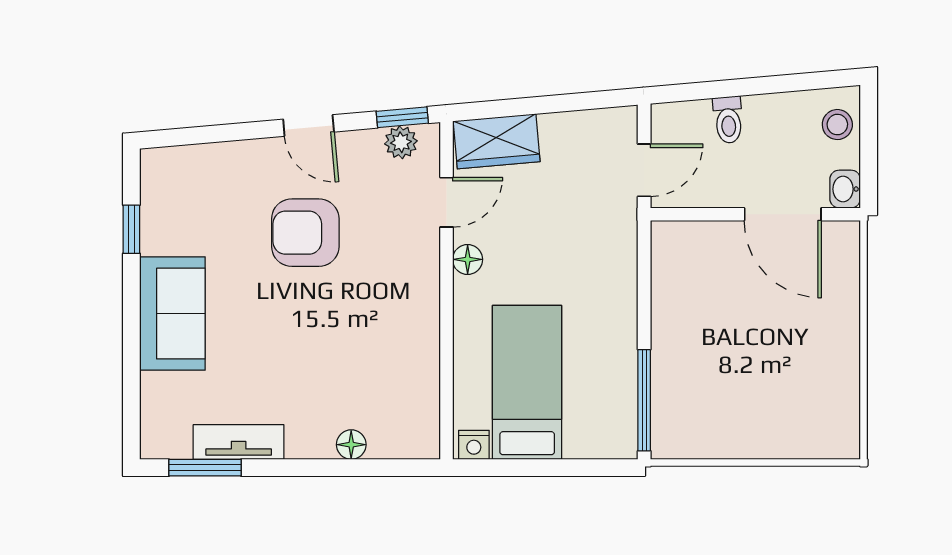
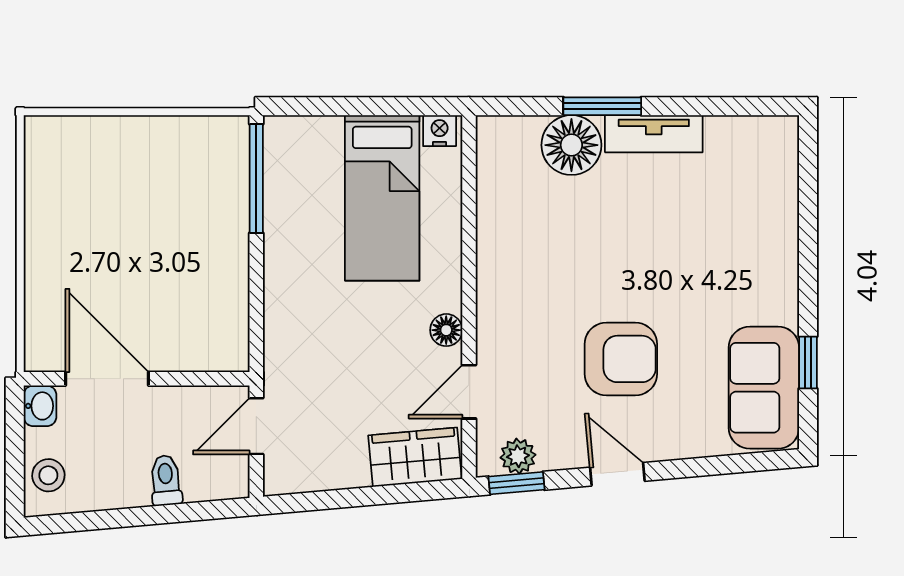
sofa: (172, 314) -> (764, 388), moved
tv unit: (239, 442) -> (654, 134), moved
floor lamp: (351, 445) -> (571, 145), width x1.89, depth x1.89
window: (205, 468) -> (602, 106), moved

